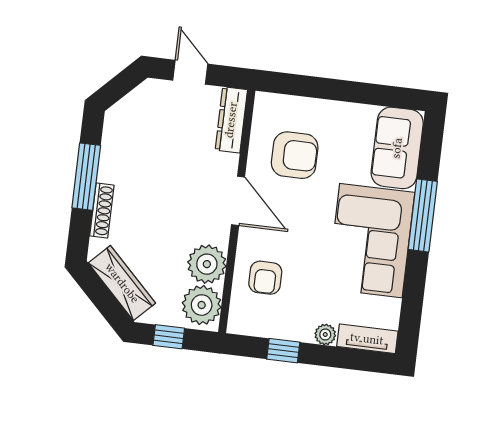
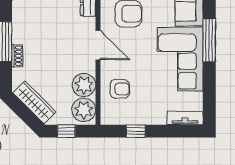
shoe rack: (102, 211) -> (17, 56), width x0.70
armchair: (265, 278) -> (120, 89), turned -90
plant: (325, 334) -> (160, 118), removed

